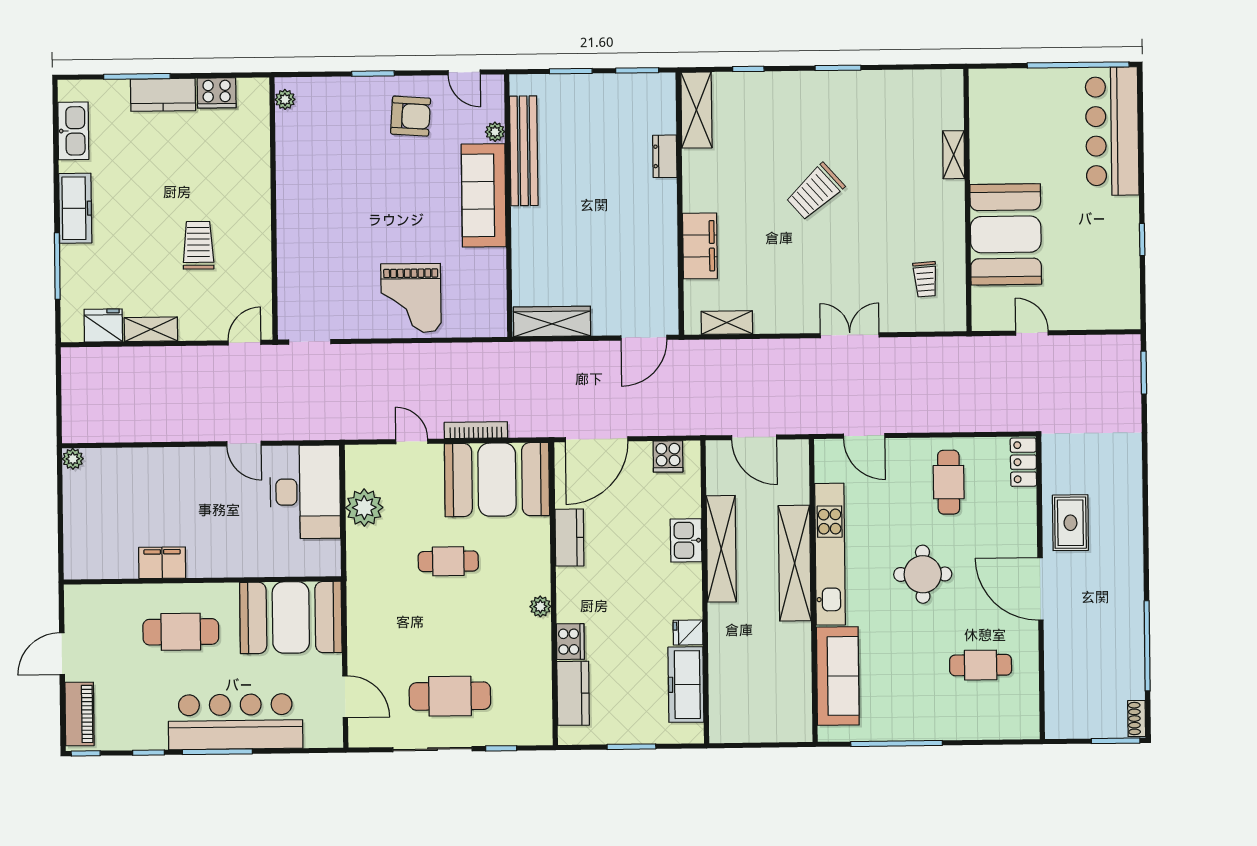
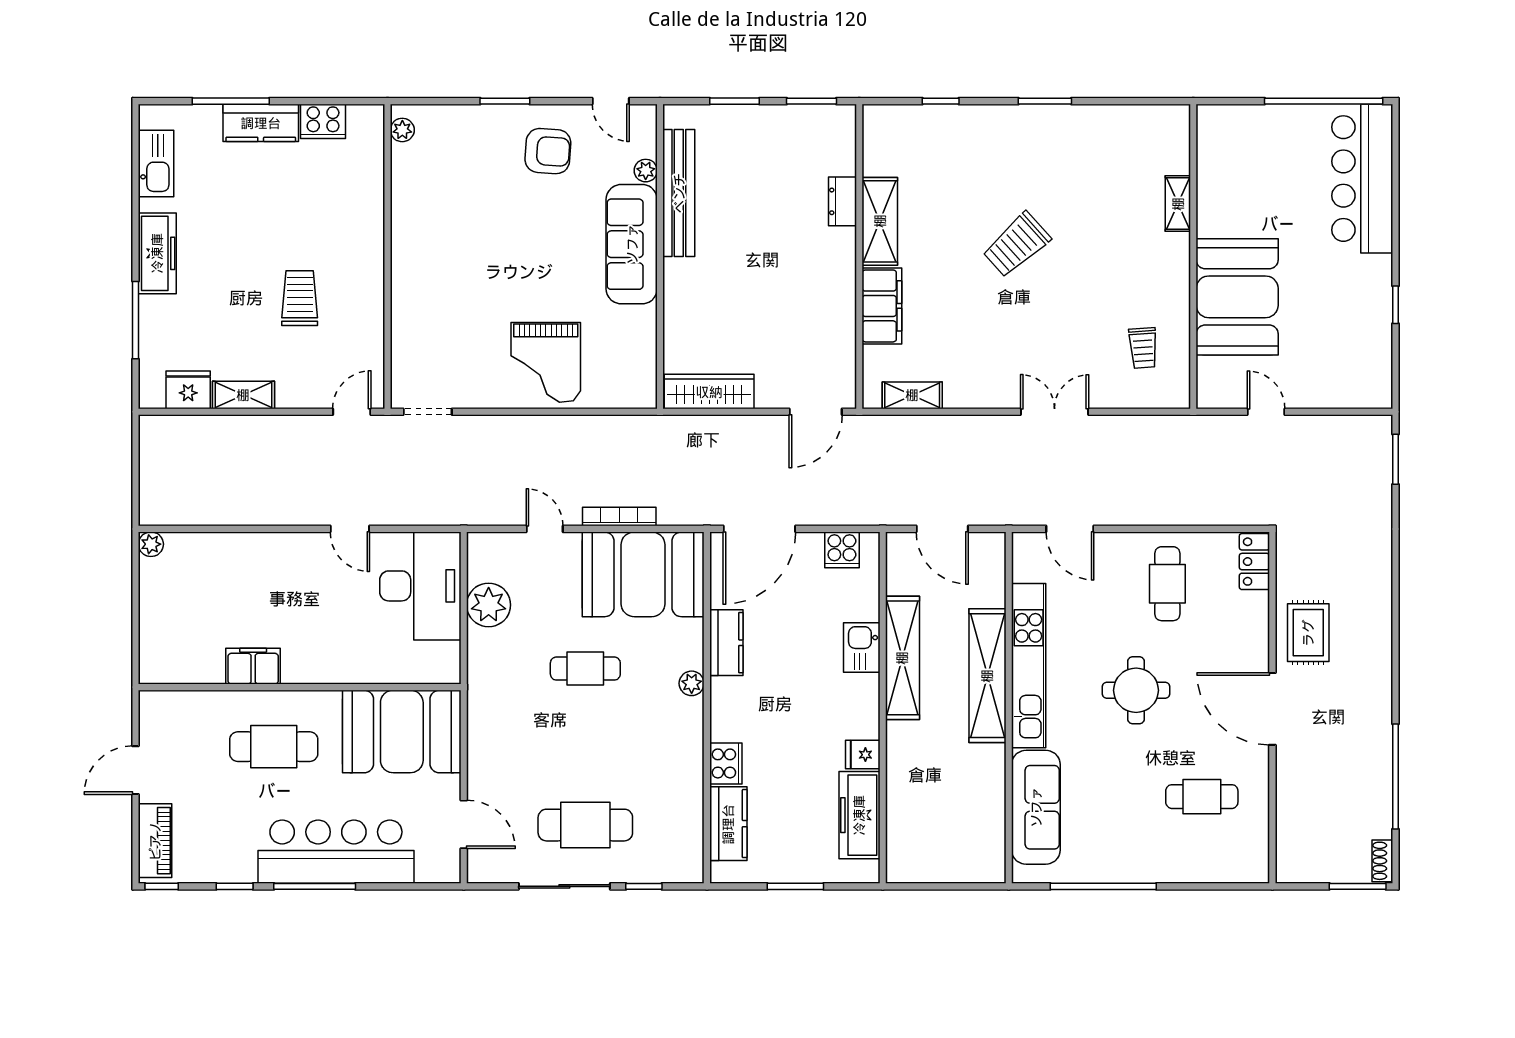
shelving: (696, 110) -> (880, 221), moved
plant: (540, 606) -> (692, 683), moved

